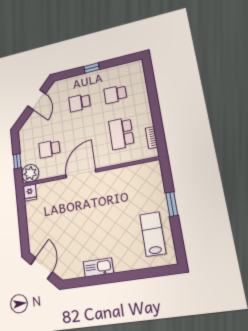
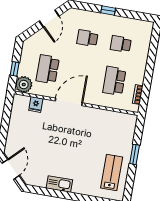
school desk: (49, 149) -> (48, 69), width x1.85
fridge: (30, 193) -> (36, 105), moved

